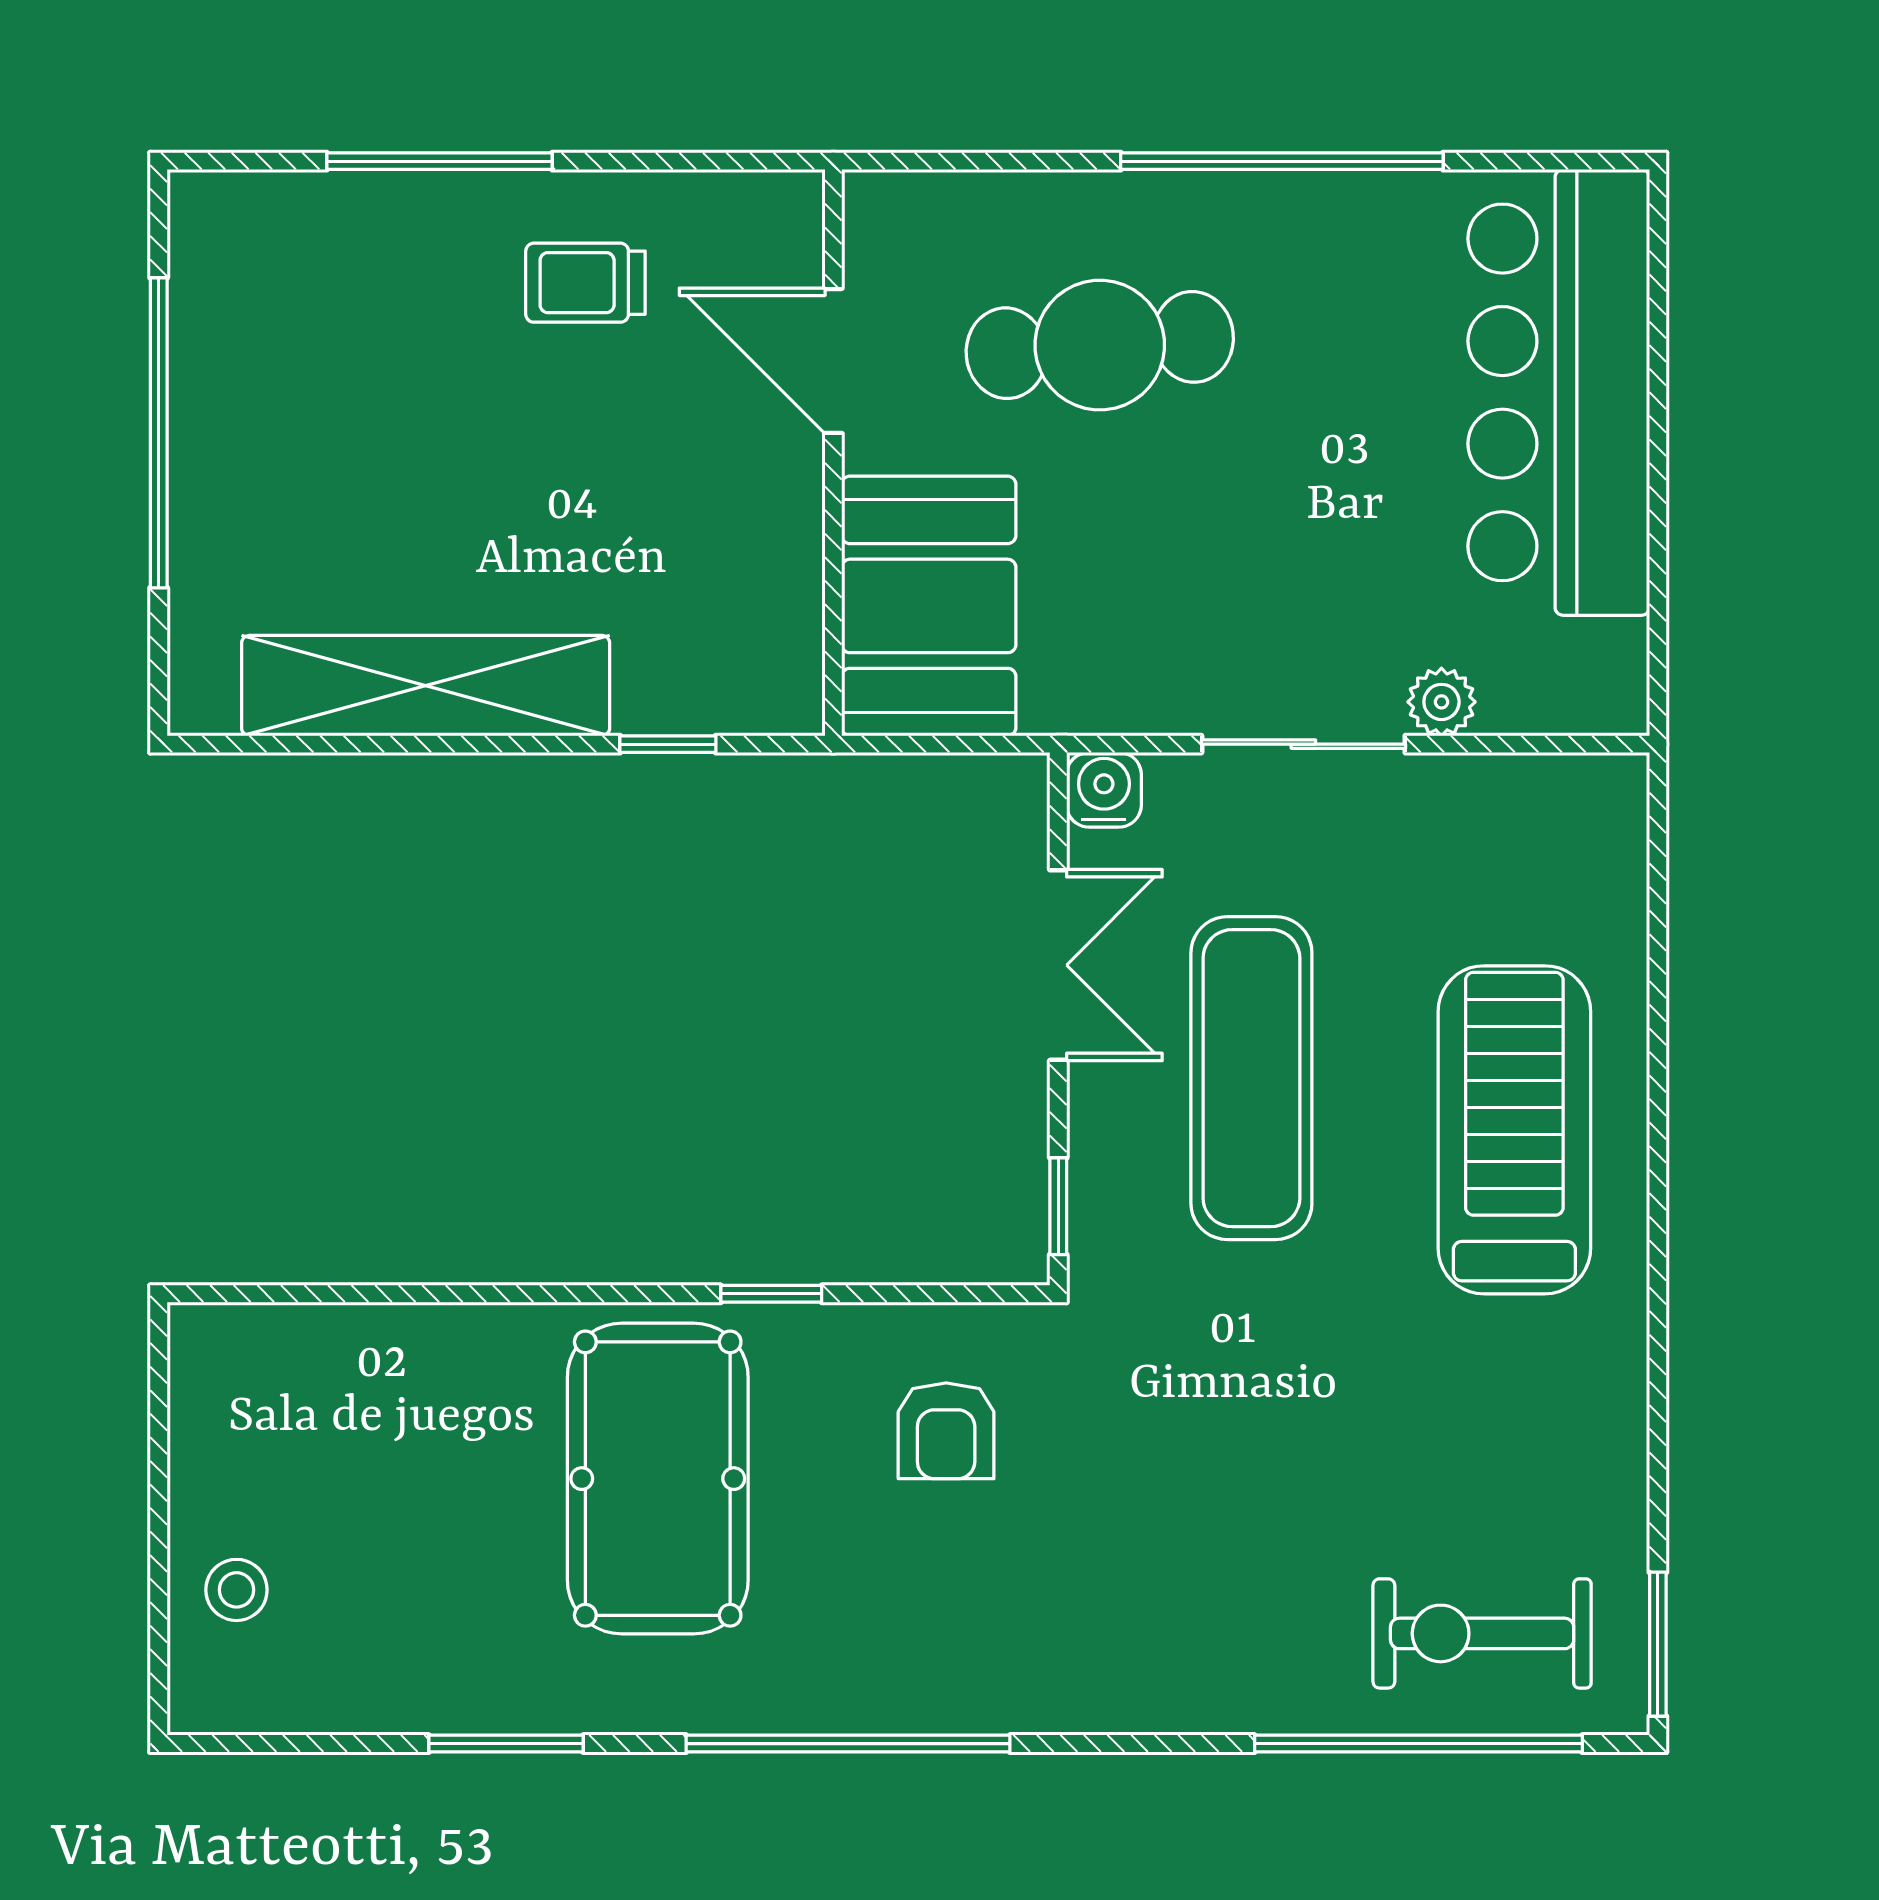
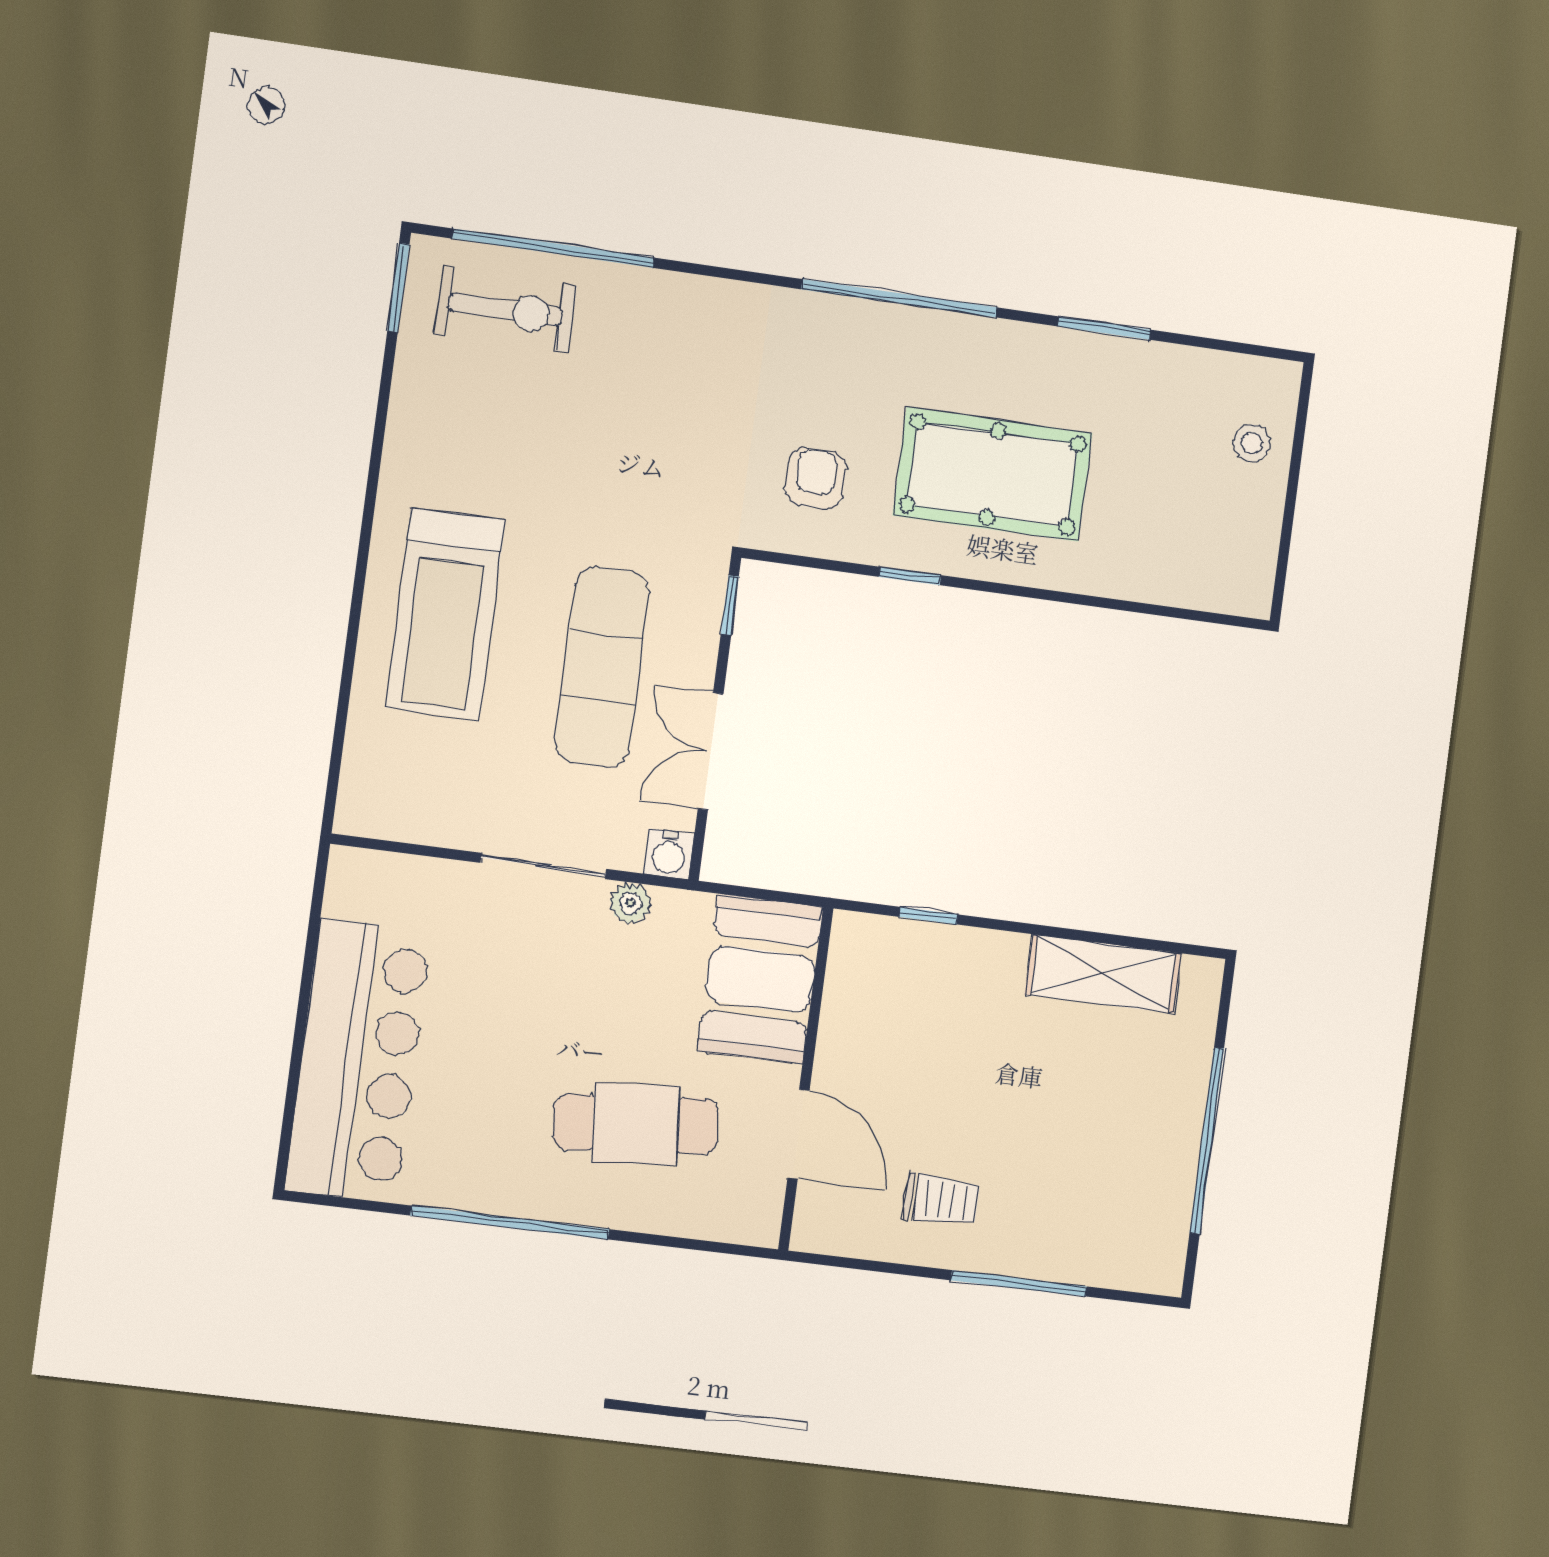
shelving: (426, 686) -> (1103, 974), width x0.68
plant: (1441, 702) -> (630, 903), moved
pool table: (658, 1479) -> (993, 474), turned 90

